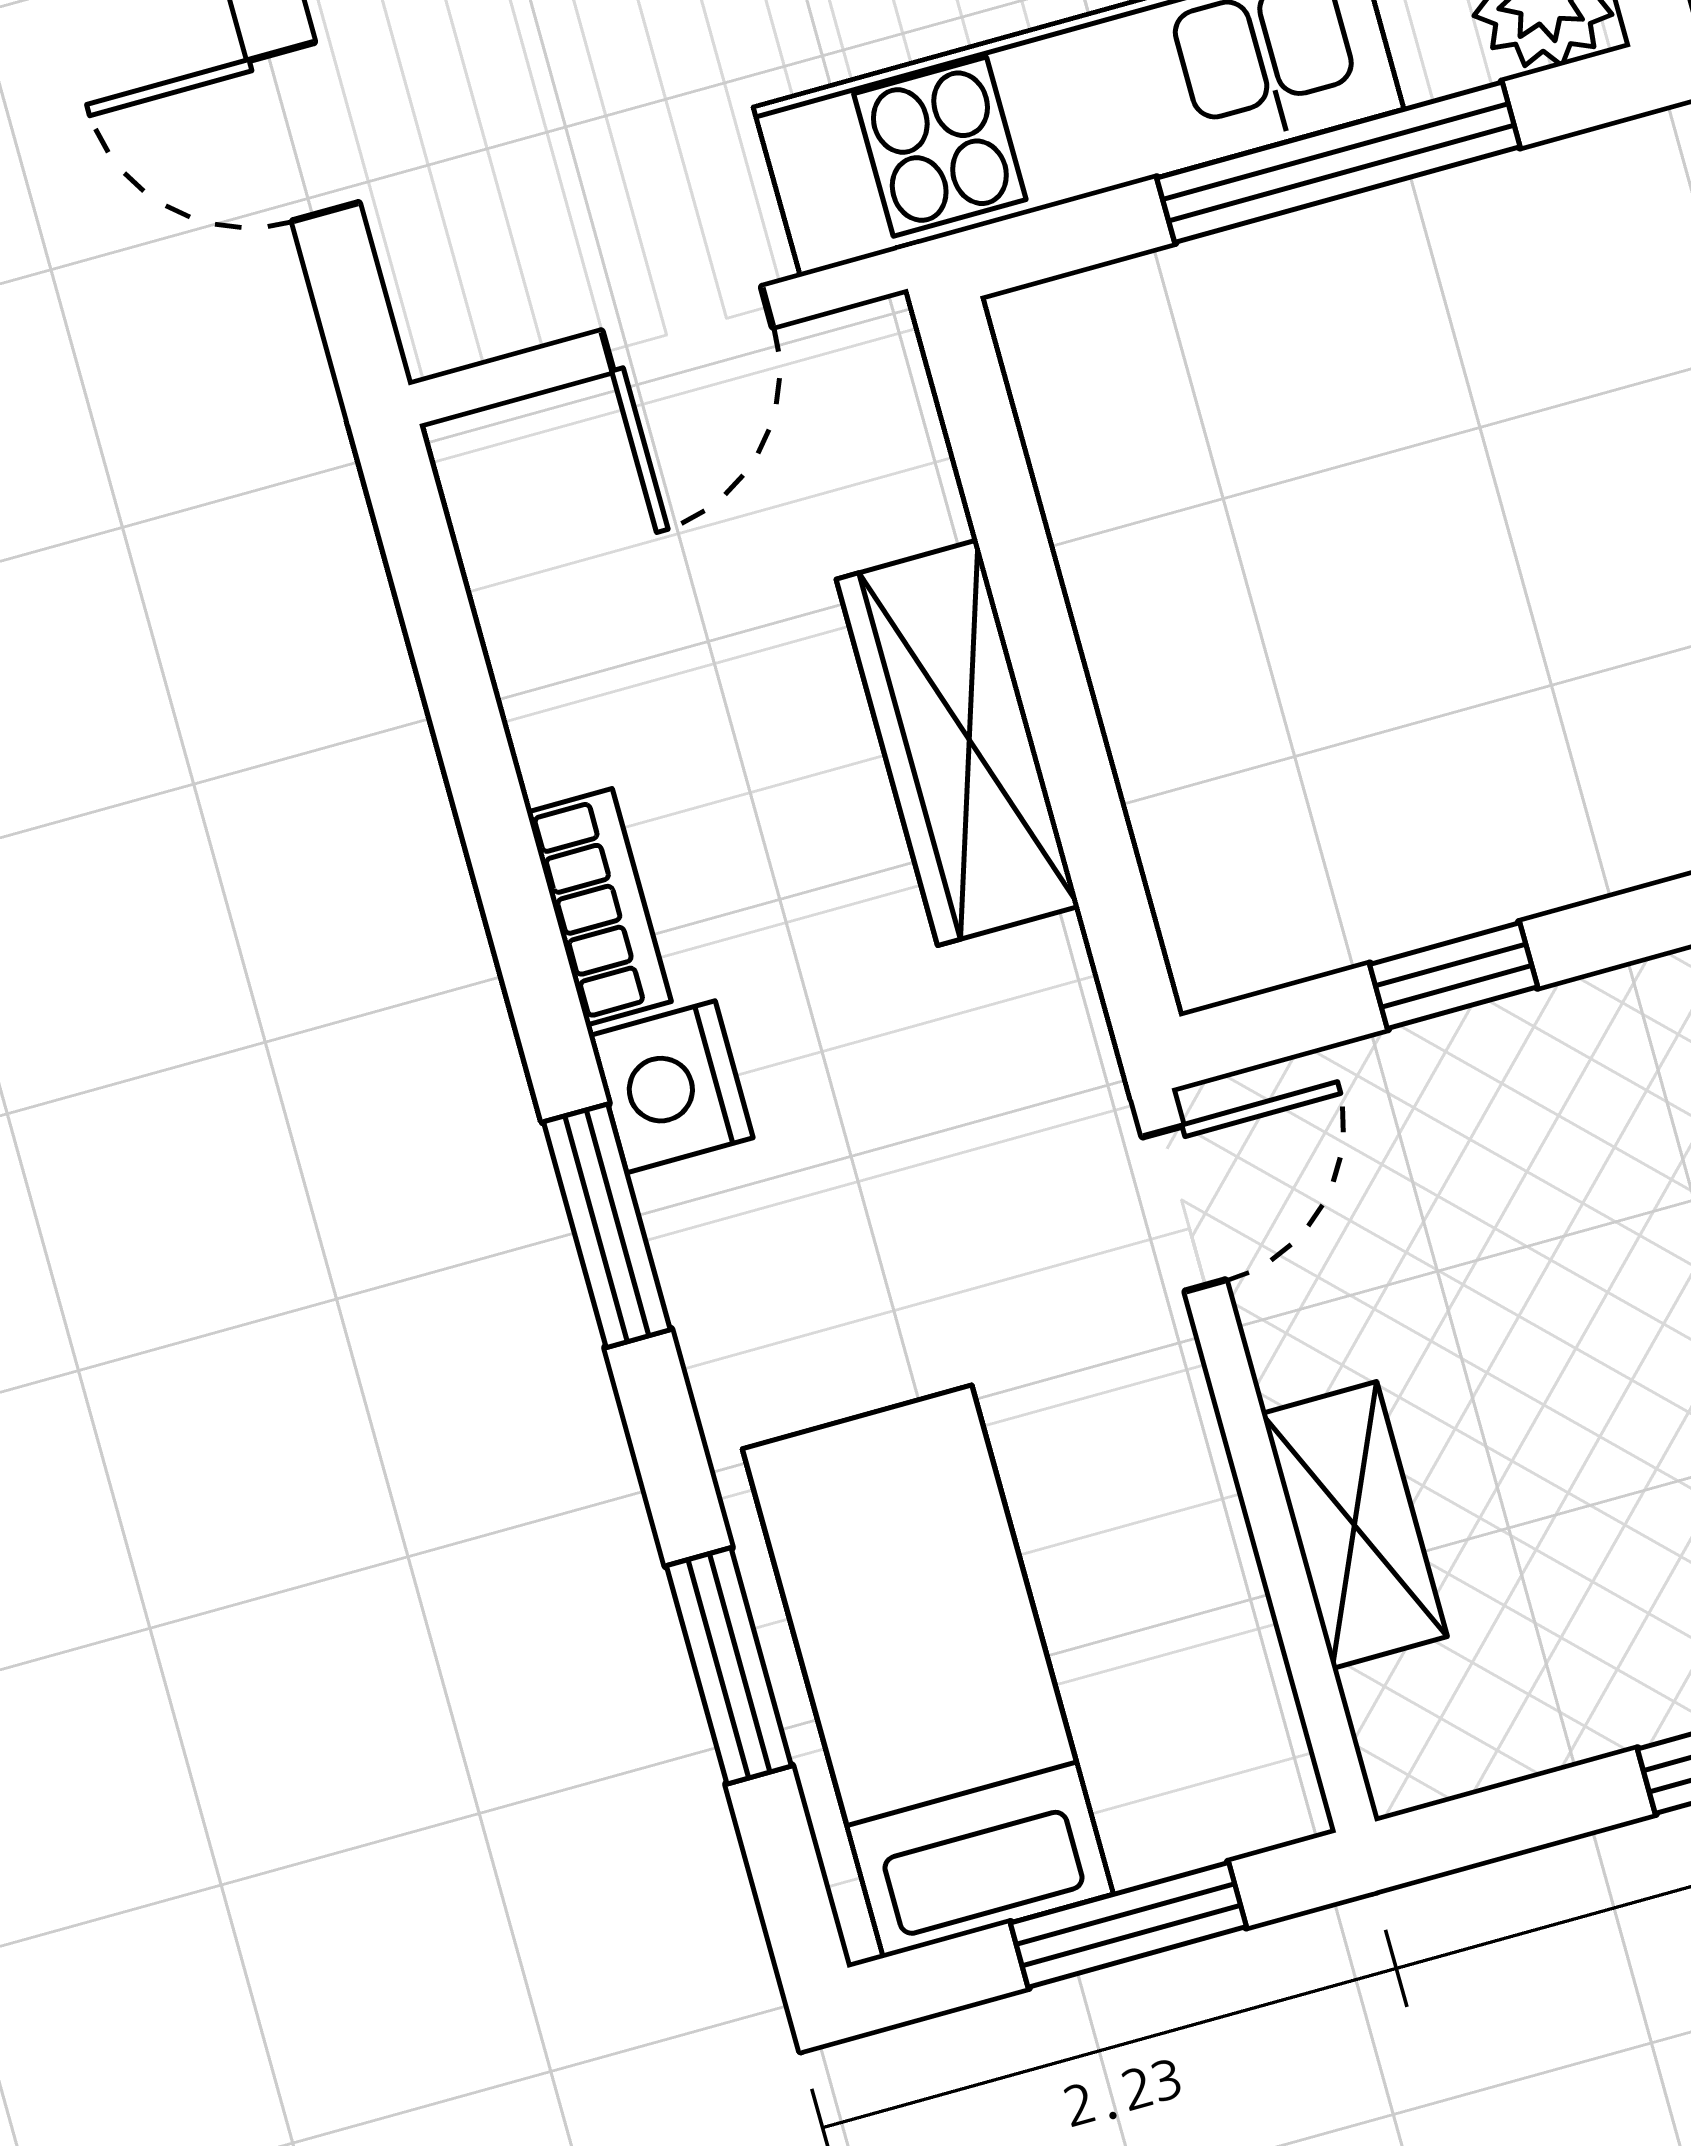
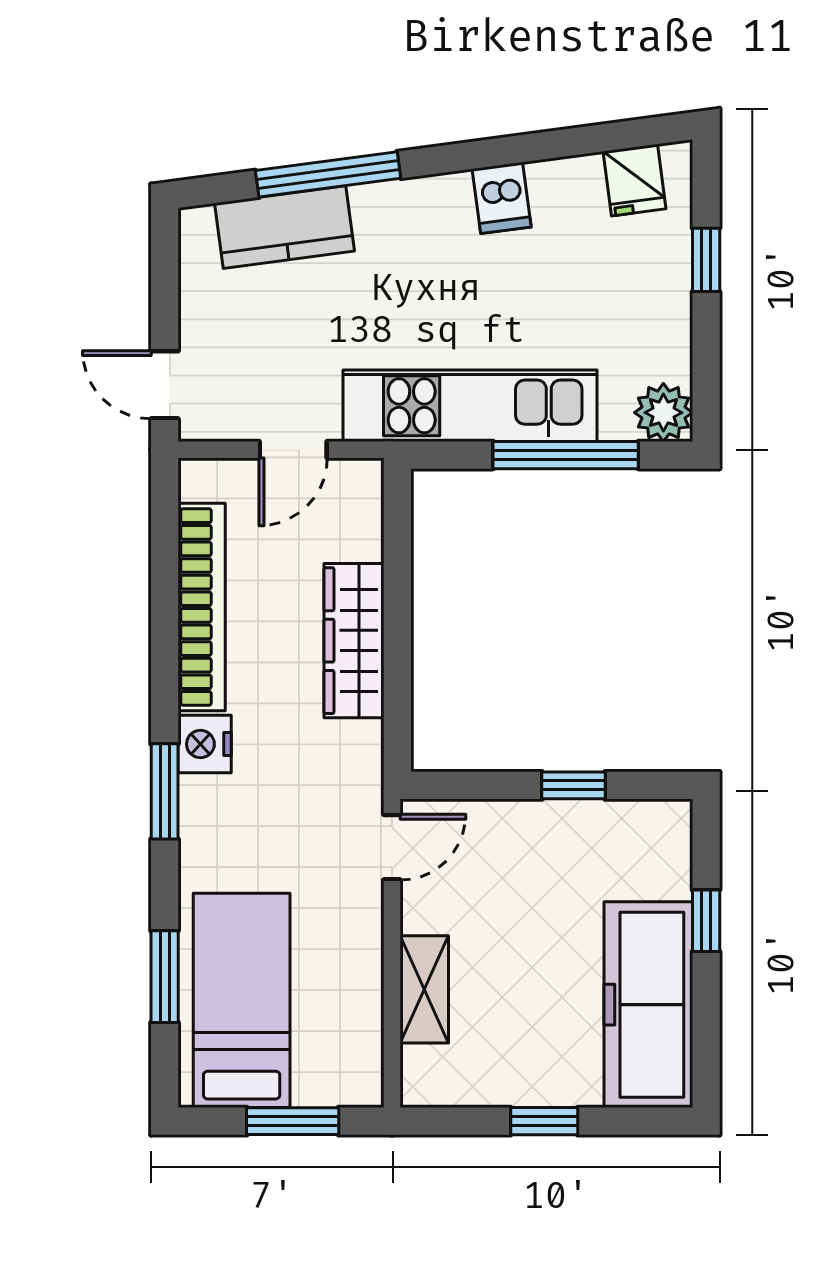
door: (303, 132) -> (165, 385), moved
bookcase: (599, 907) -> (202, 607), width x2.31, depth x1.31
window: (1454, 976) -> (573, 785), moved

